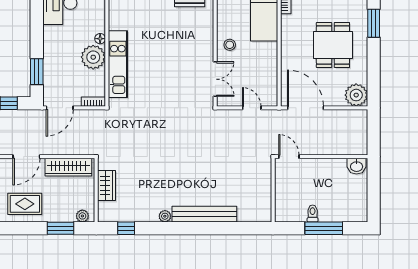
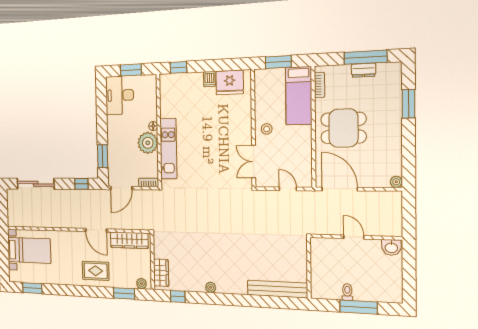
dining table: (333, 45) -> (343, 128), moved, turned 90
double door: (215, 79) -> (254, 162), swing flipped
plant: (356, 95) -> (396, 182), width x0.53, depth x0.53
door: (26, 157) -> (96, 230), hinge flipped
door: (289, 157) -> (354, 237), moved
wardrobe: (107, 186) -> (161, 273), moved
bench: (204, 214) -> (277, 289), moved

